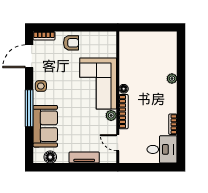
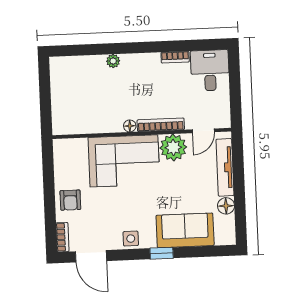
armchair: (71, 43) -> (70, 200), turned 180
window: (29, 108) -> (162, 253), width x0.46
plant: (111, 115) -> (173, 147), width x1.88, depth x1.88
floor lamp: (50, 157) -> (226, 206), moved
tv unit: (84, 158) -> (225, 167), width x1.41

